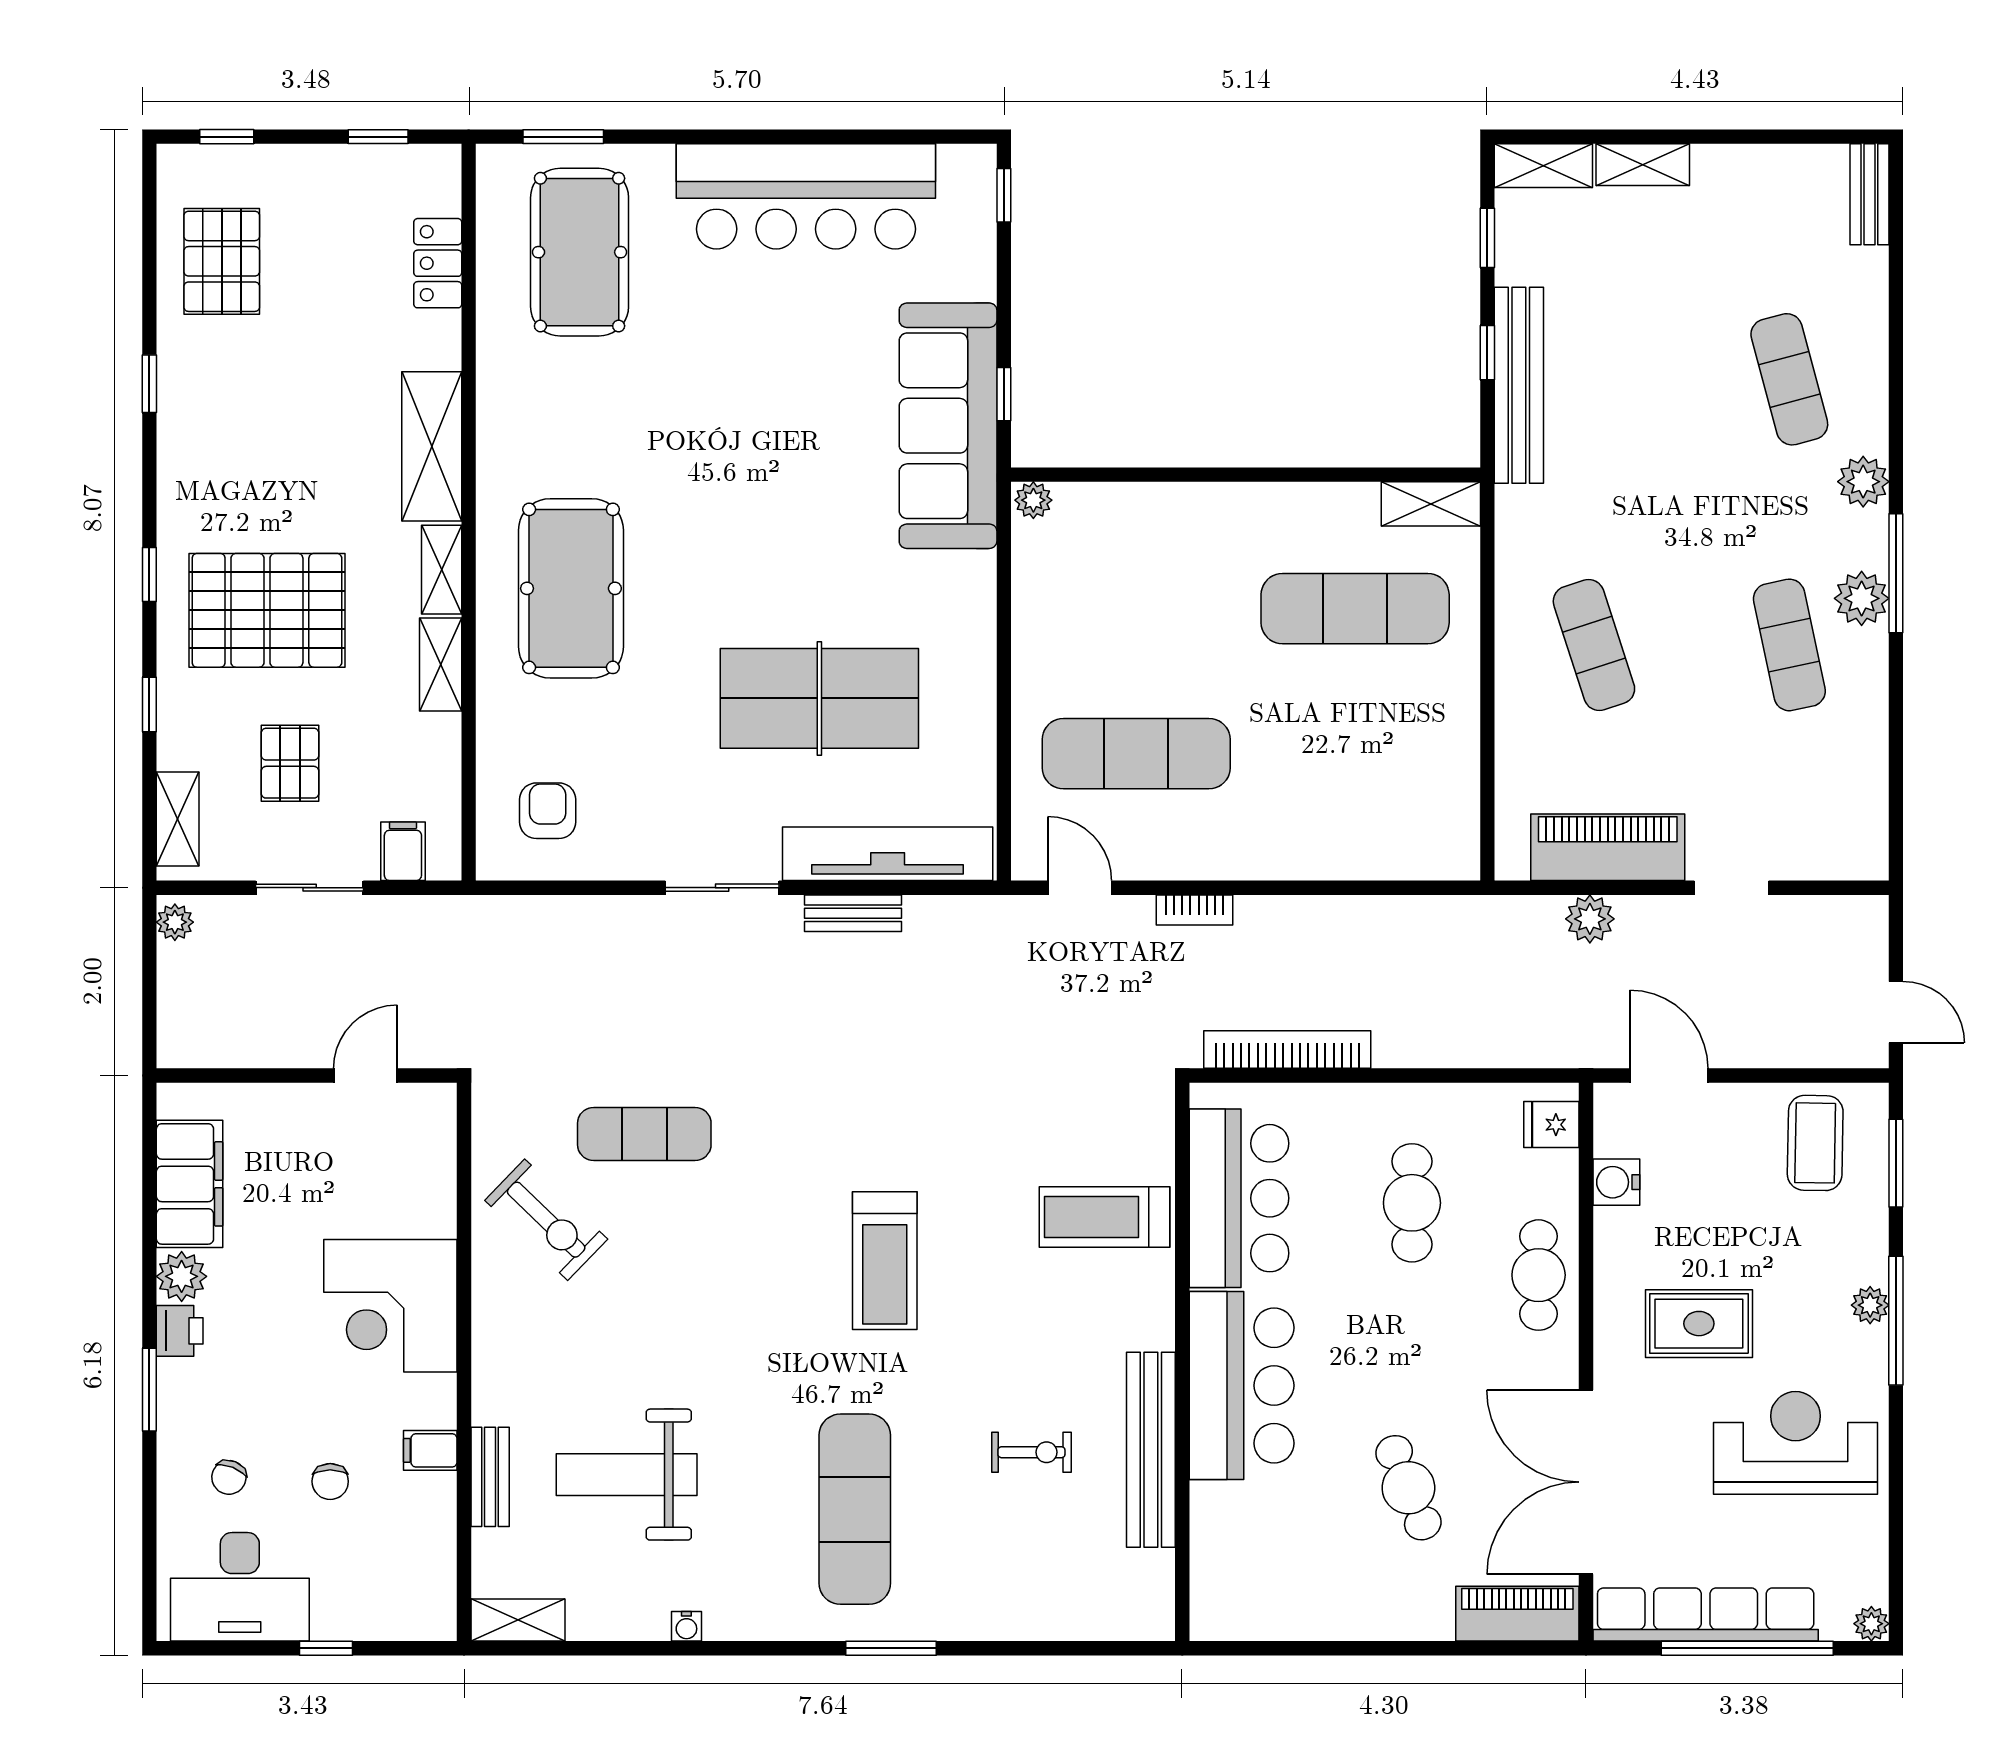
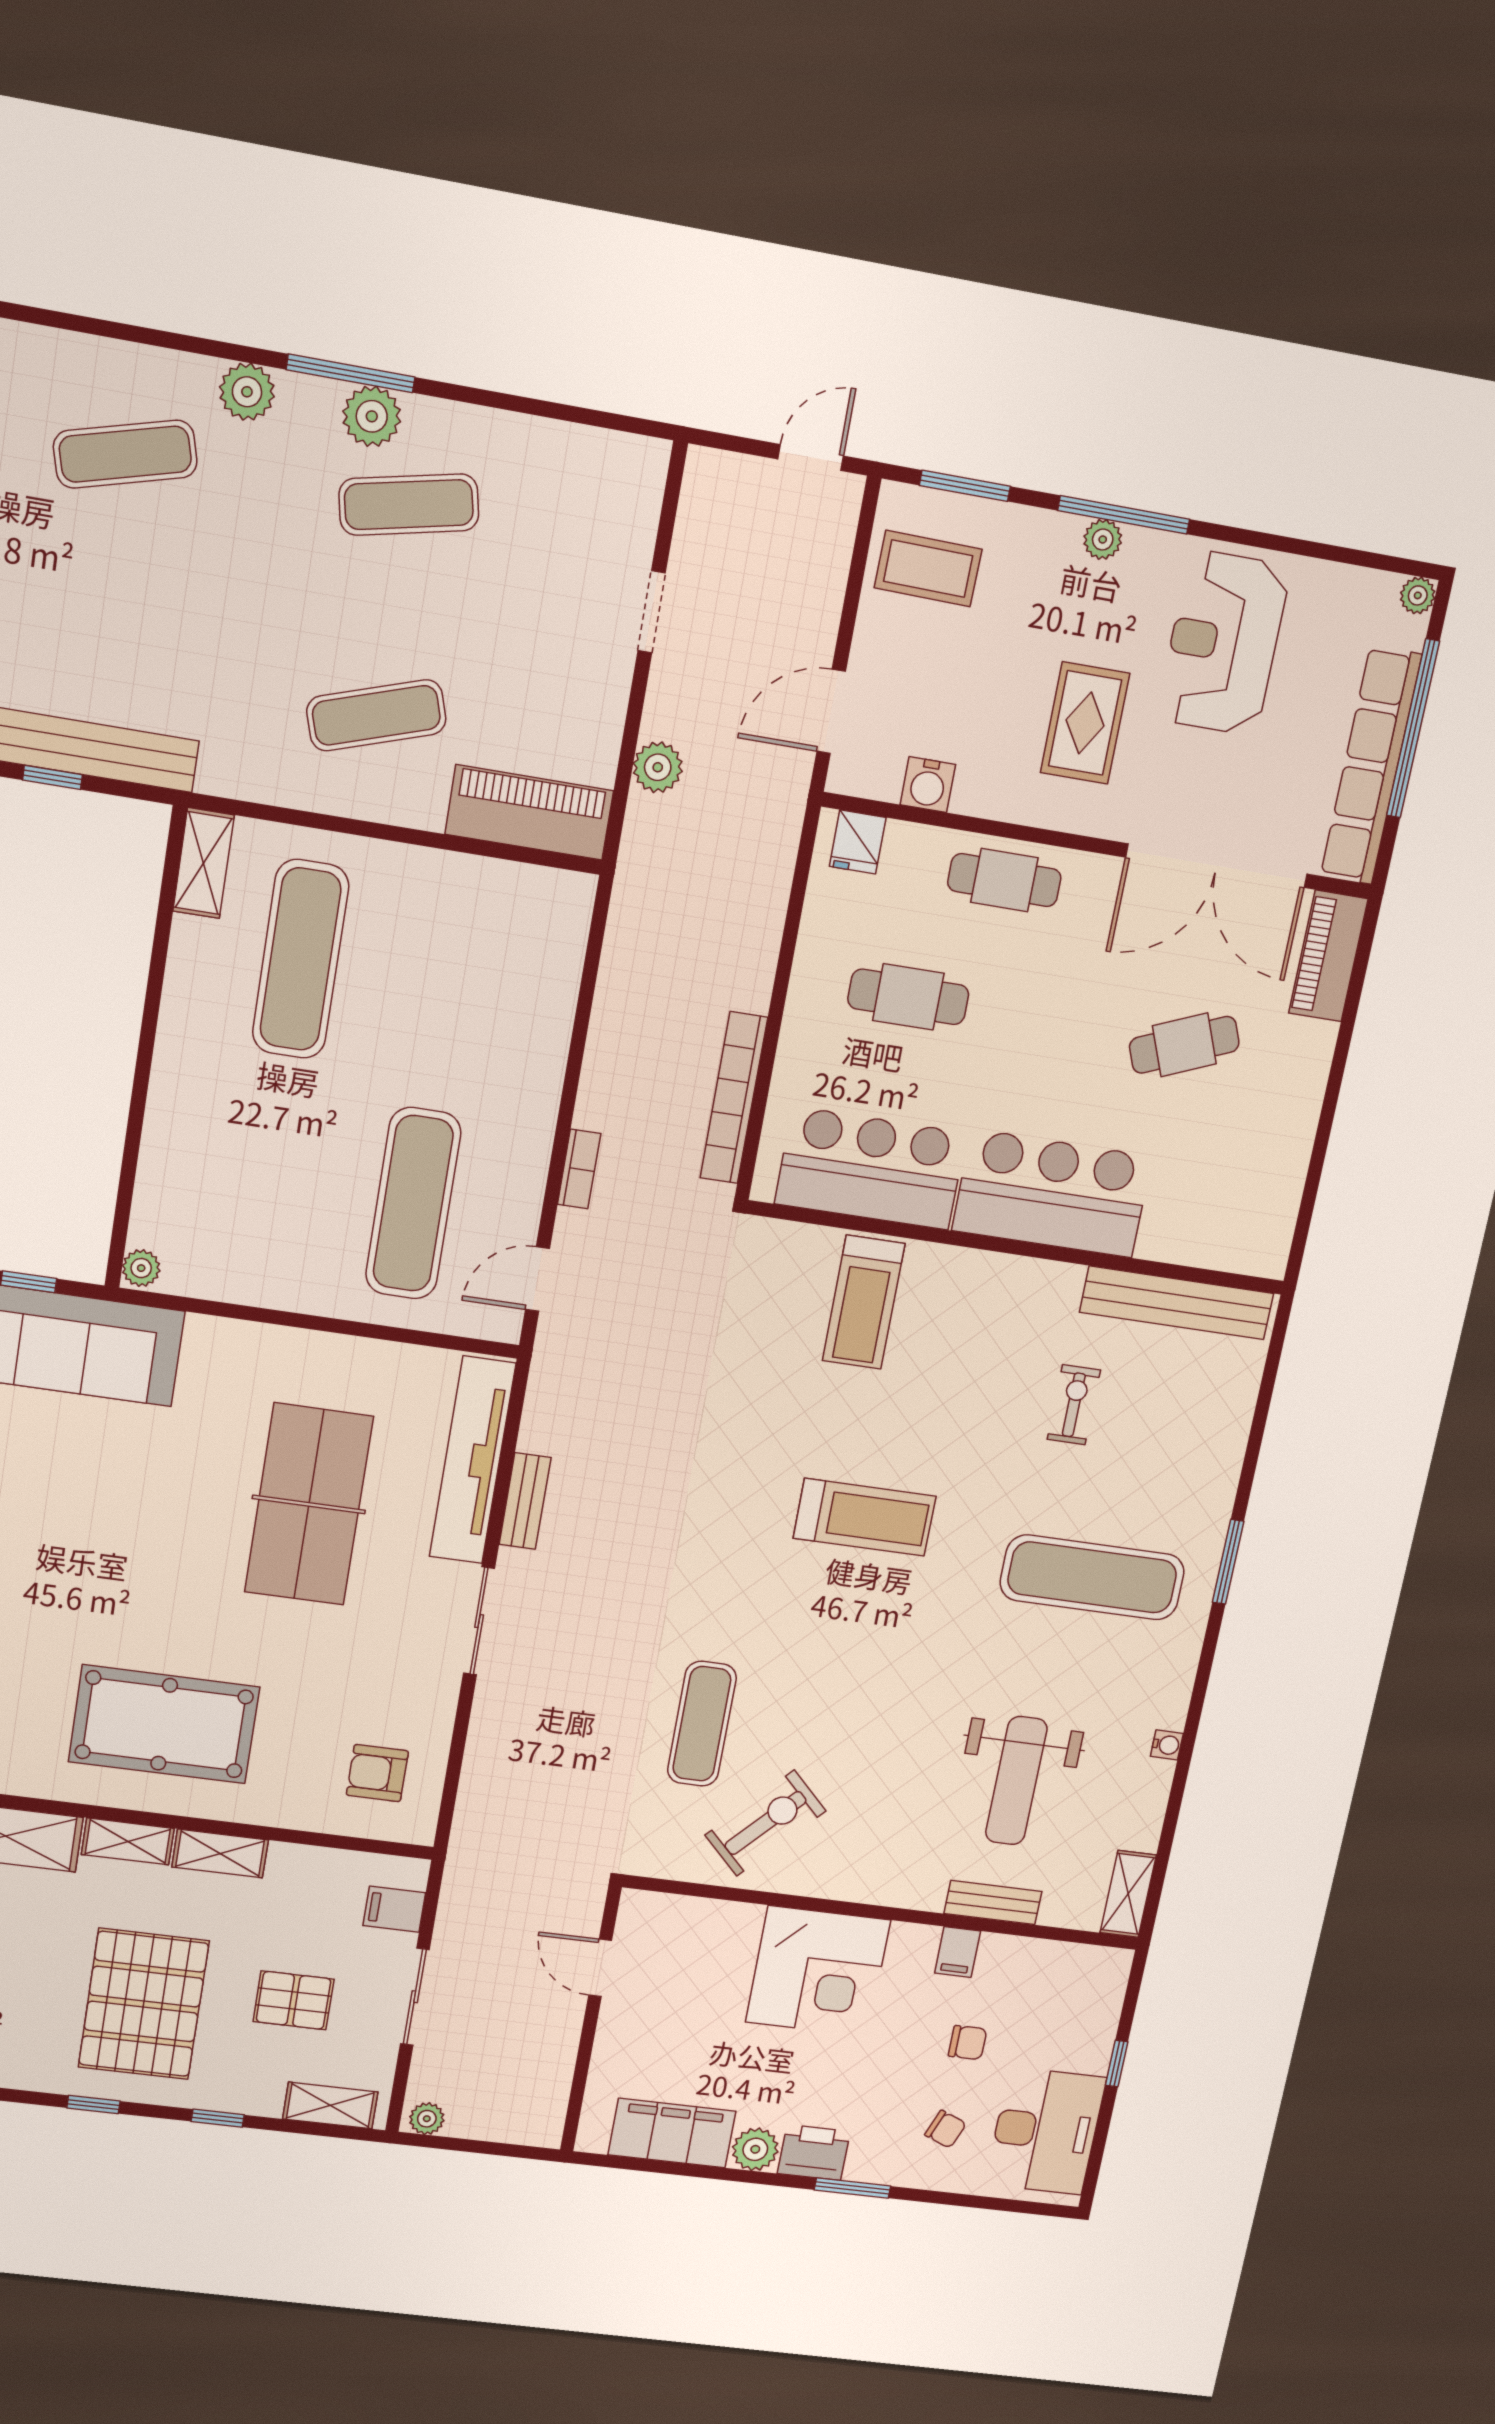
piano: (1608, 847) -> (529, 812), moved, turned 90
printer: (180, 1331) -> (814, 2153), width x1.36, depth x1.24
bench: (1151, 1450) -> (1177, 1303), moved

